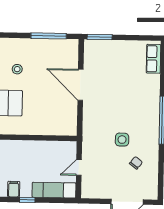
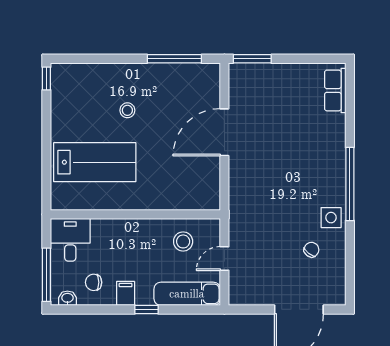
door: (80, 85) -> (224, 132), hinge flipped
side table: (122, 140) -> (331, 218), moved
stool: (52, 156) -> (183, 241), added

